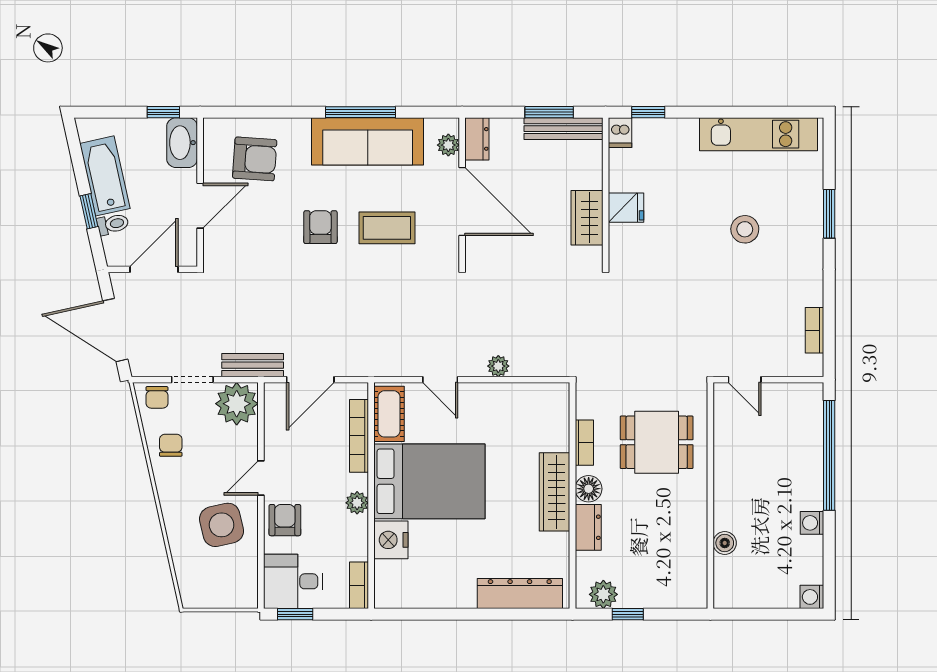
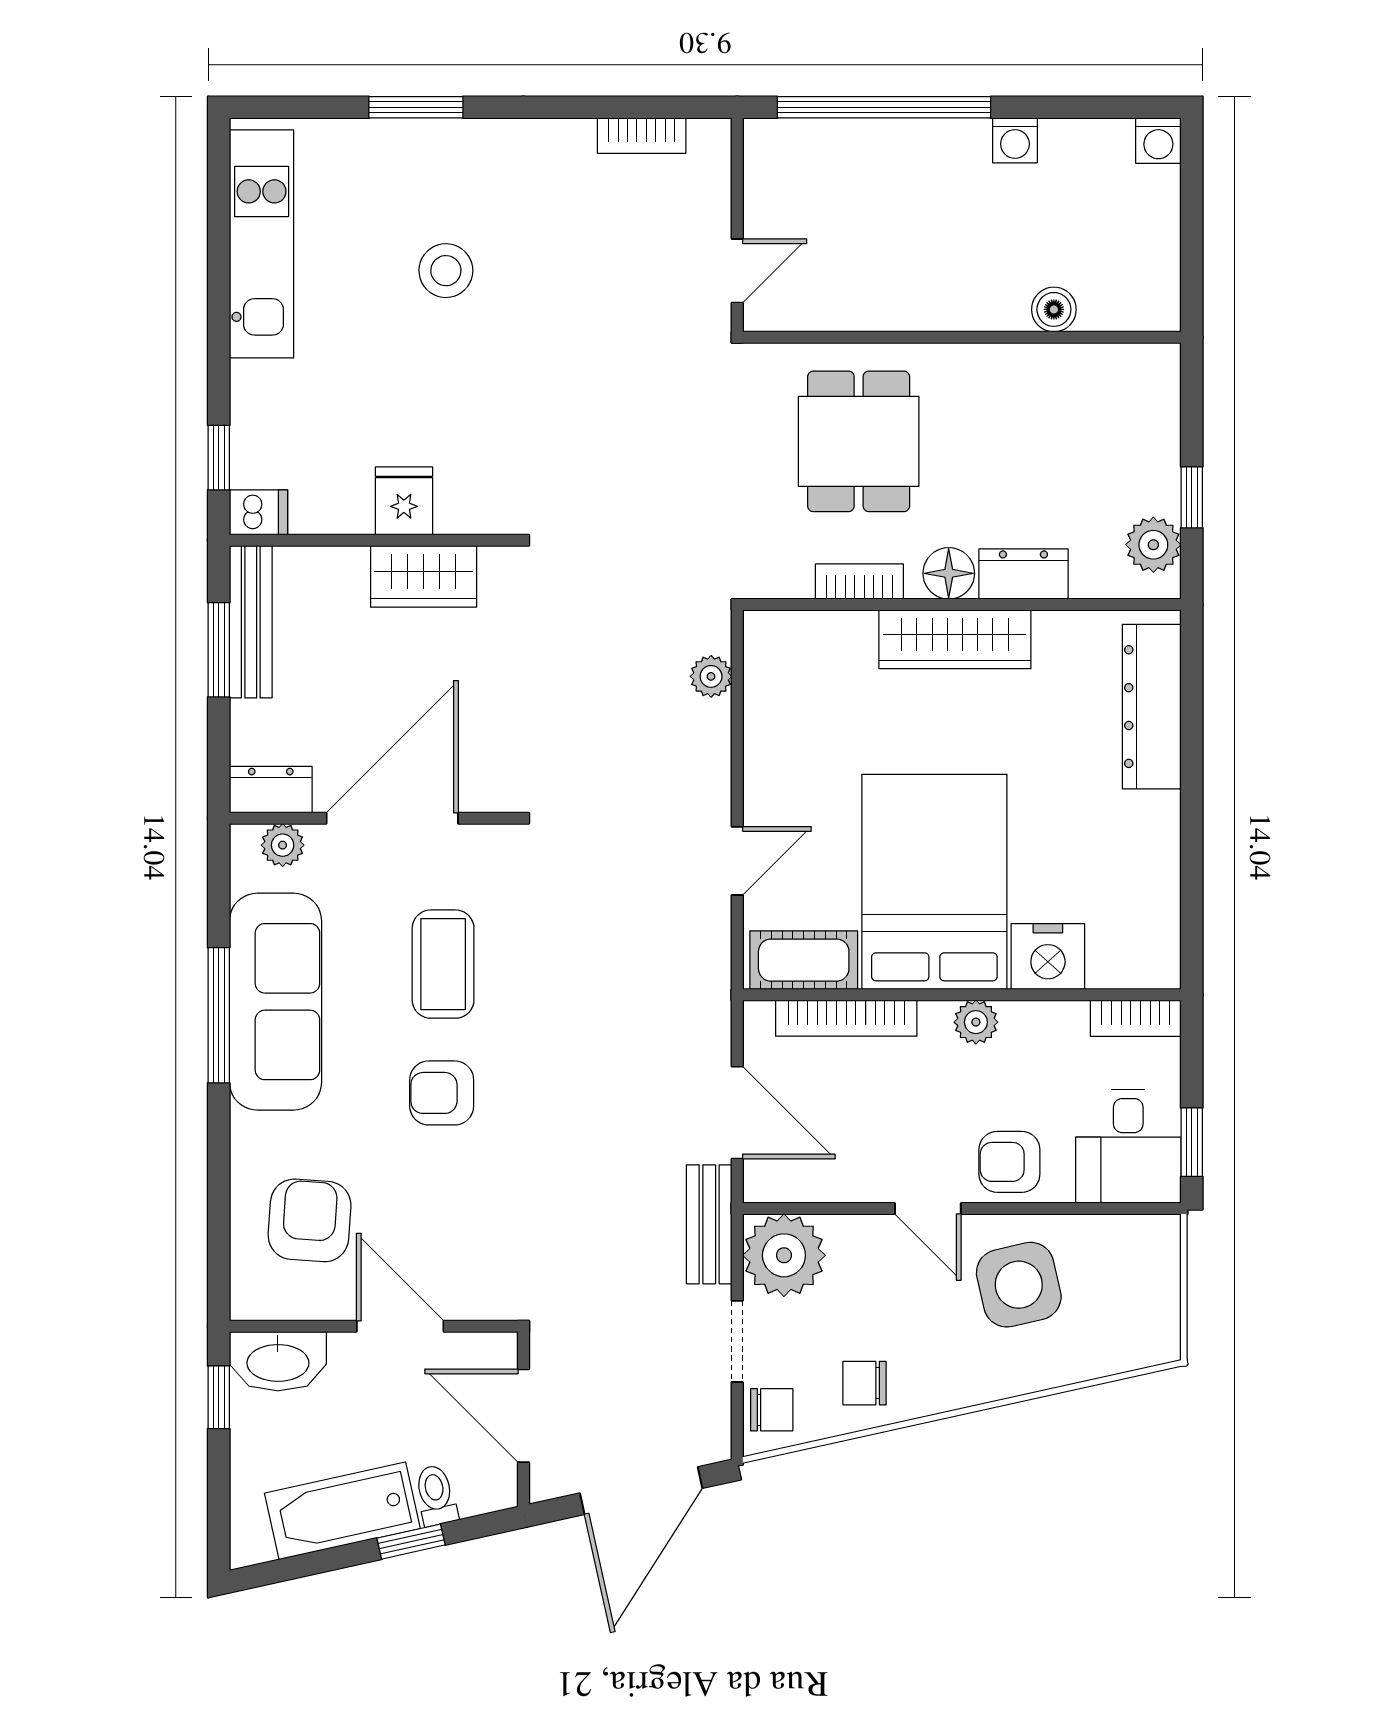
plant: (498, 366) -> (711, 676), moved

